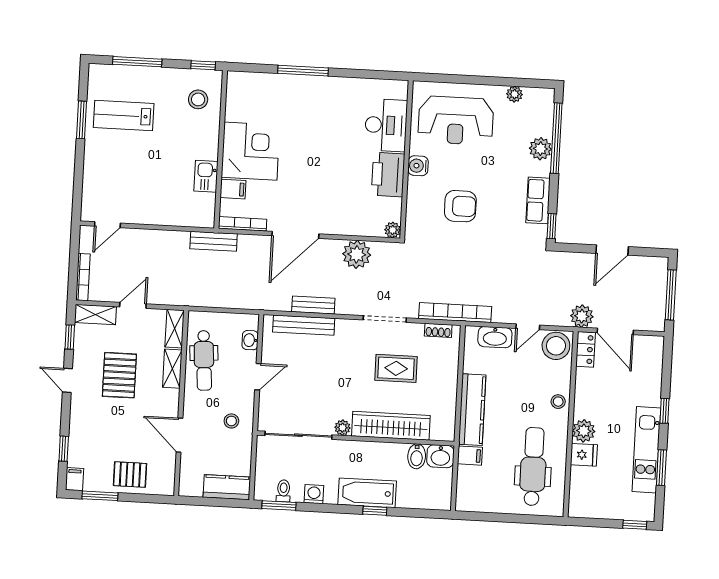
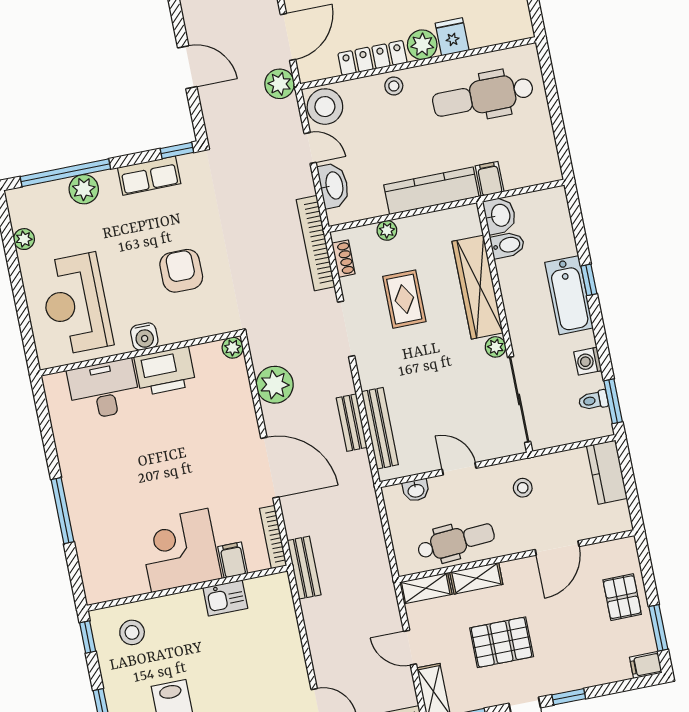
reception desk: (456, 120) -> (76, 304), turned 180
locker: (586, 349) -> (372, 58), moved, width x1.53
plant: (451, 369) -> (387, 230), added
window: (64, 449) -> (569, 697), moved

